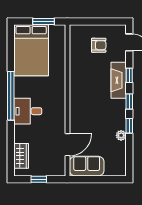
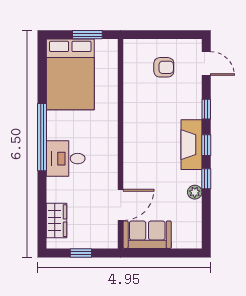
fireplace: (119, 80) -> (191, 145), moved

